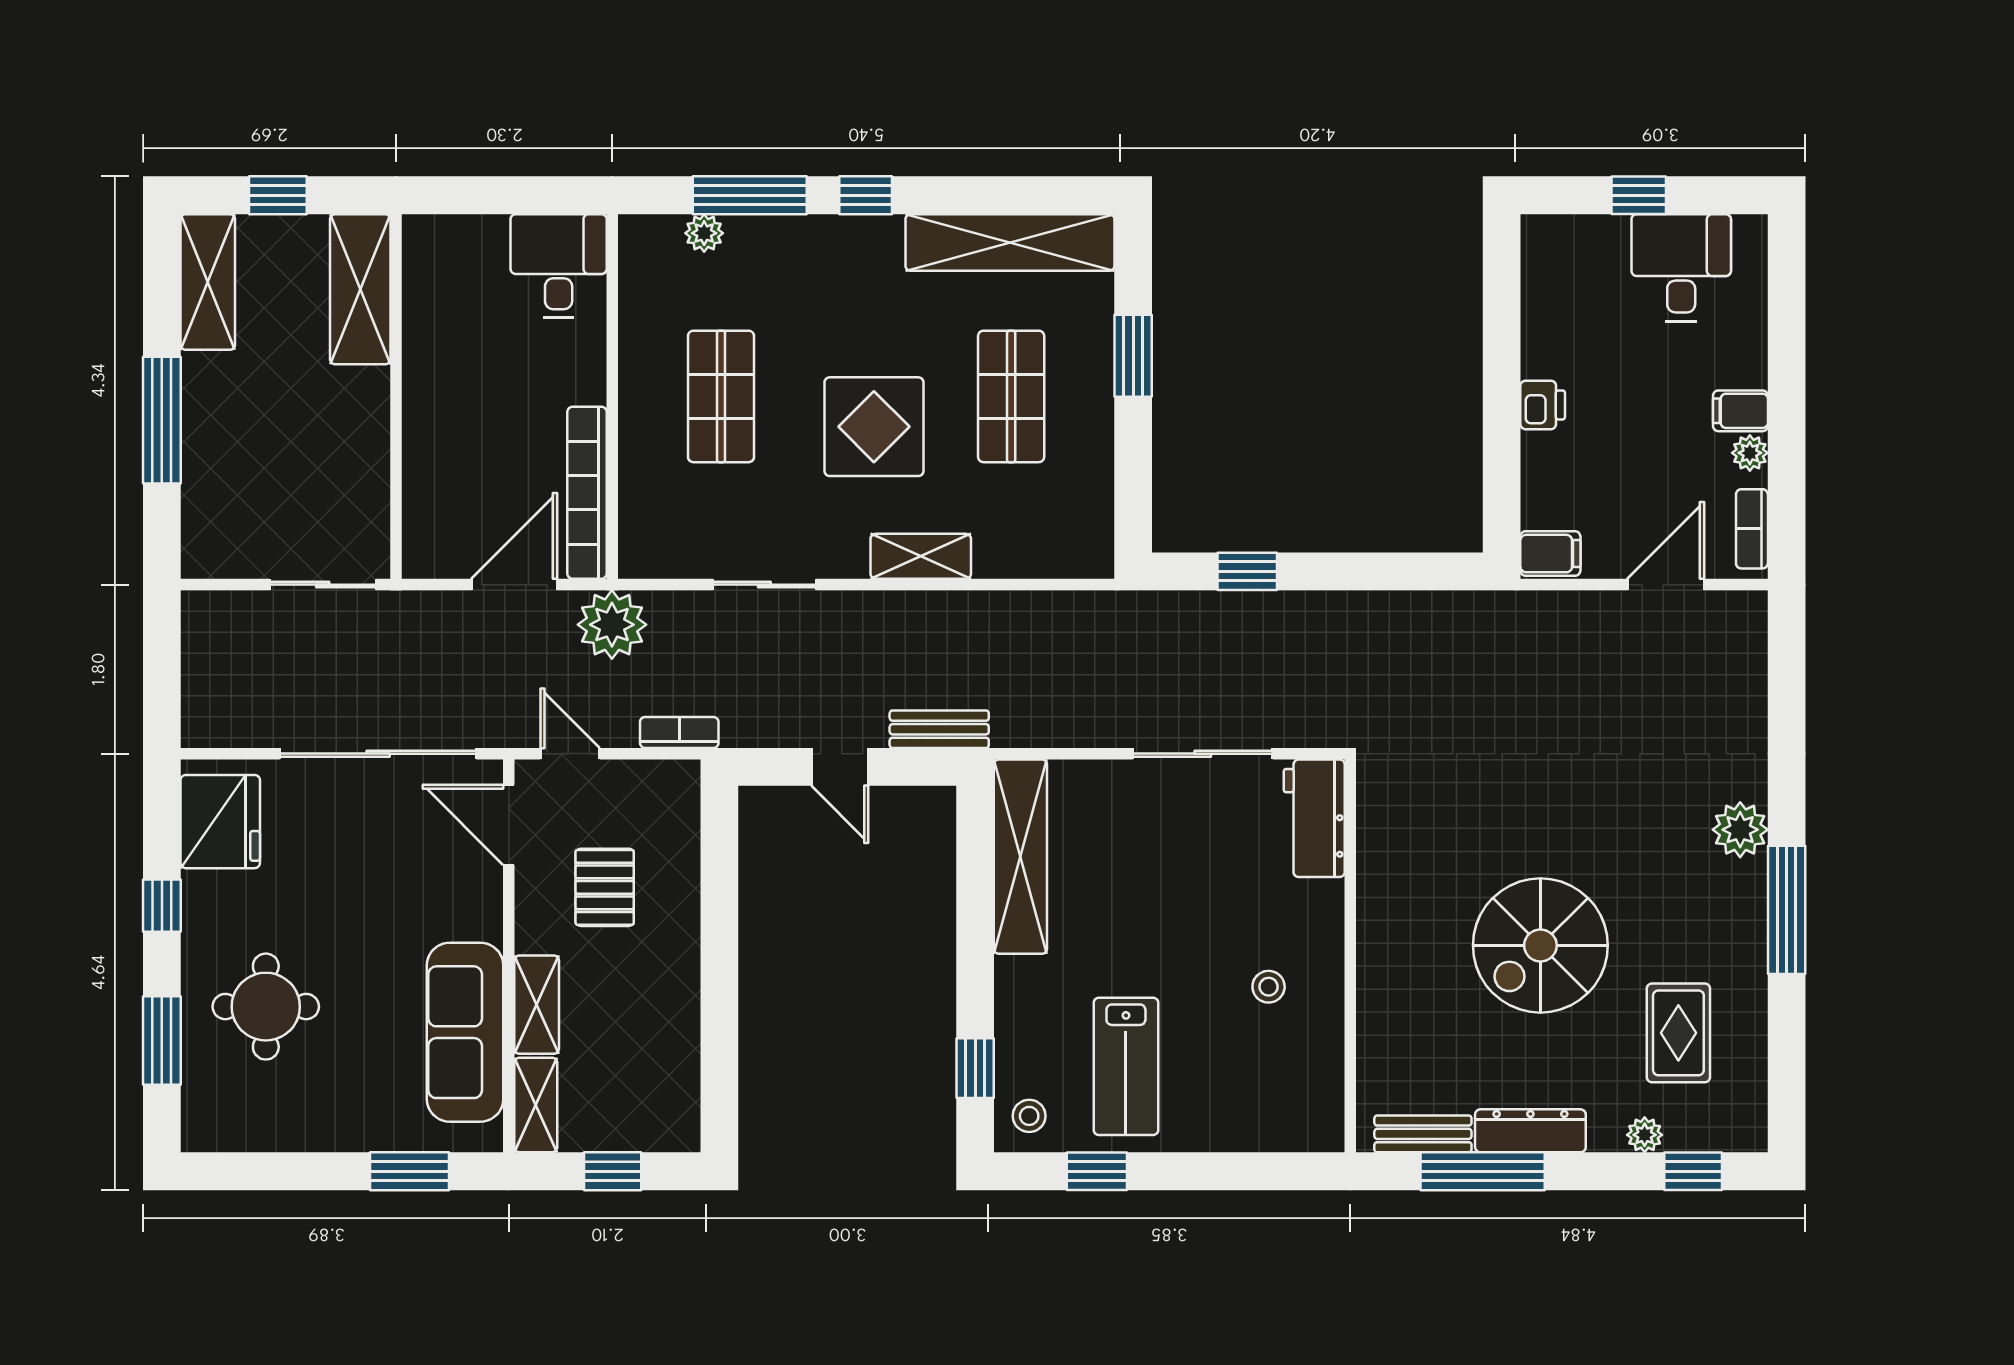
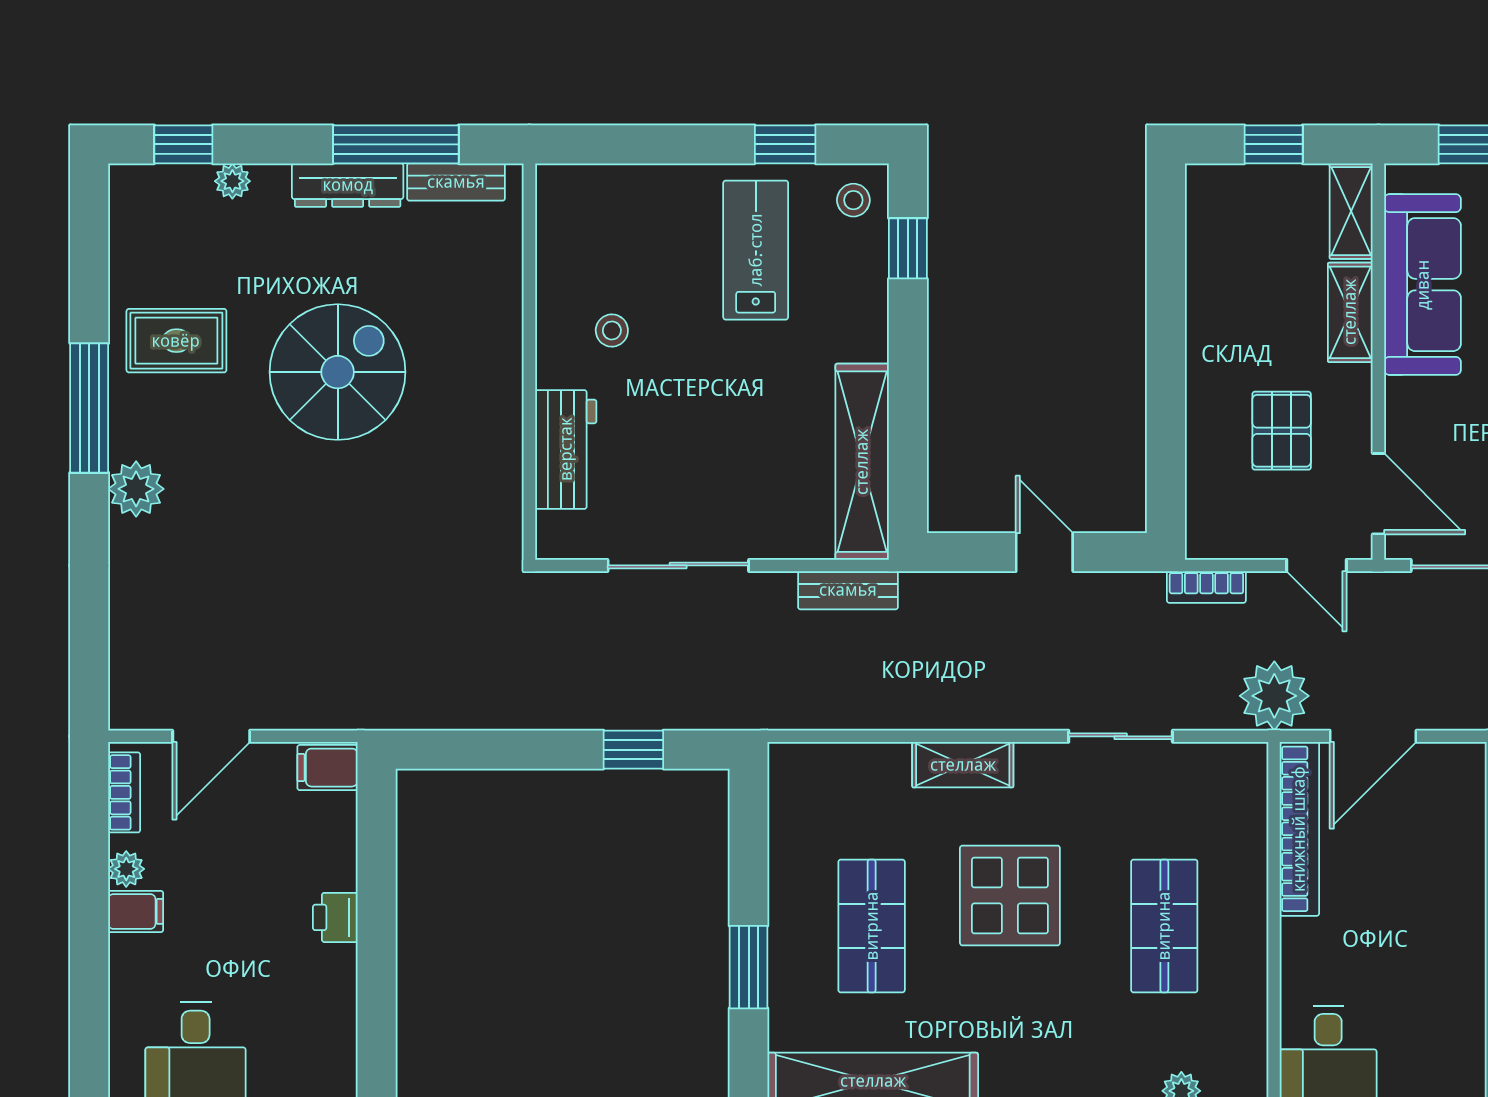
bench: (939, 729) -> (848, 590), moved
workbench: (1314, 818) -> (566, 449), moved
rug: (1678, 1033) -> (176, 341), moved, turned 90

